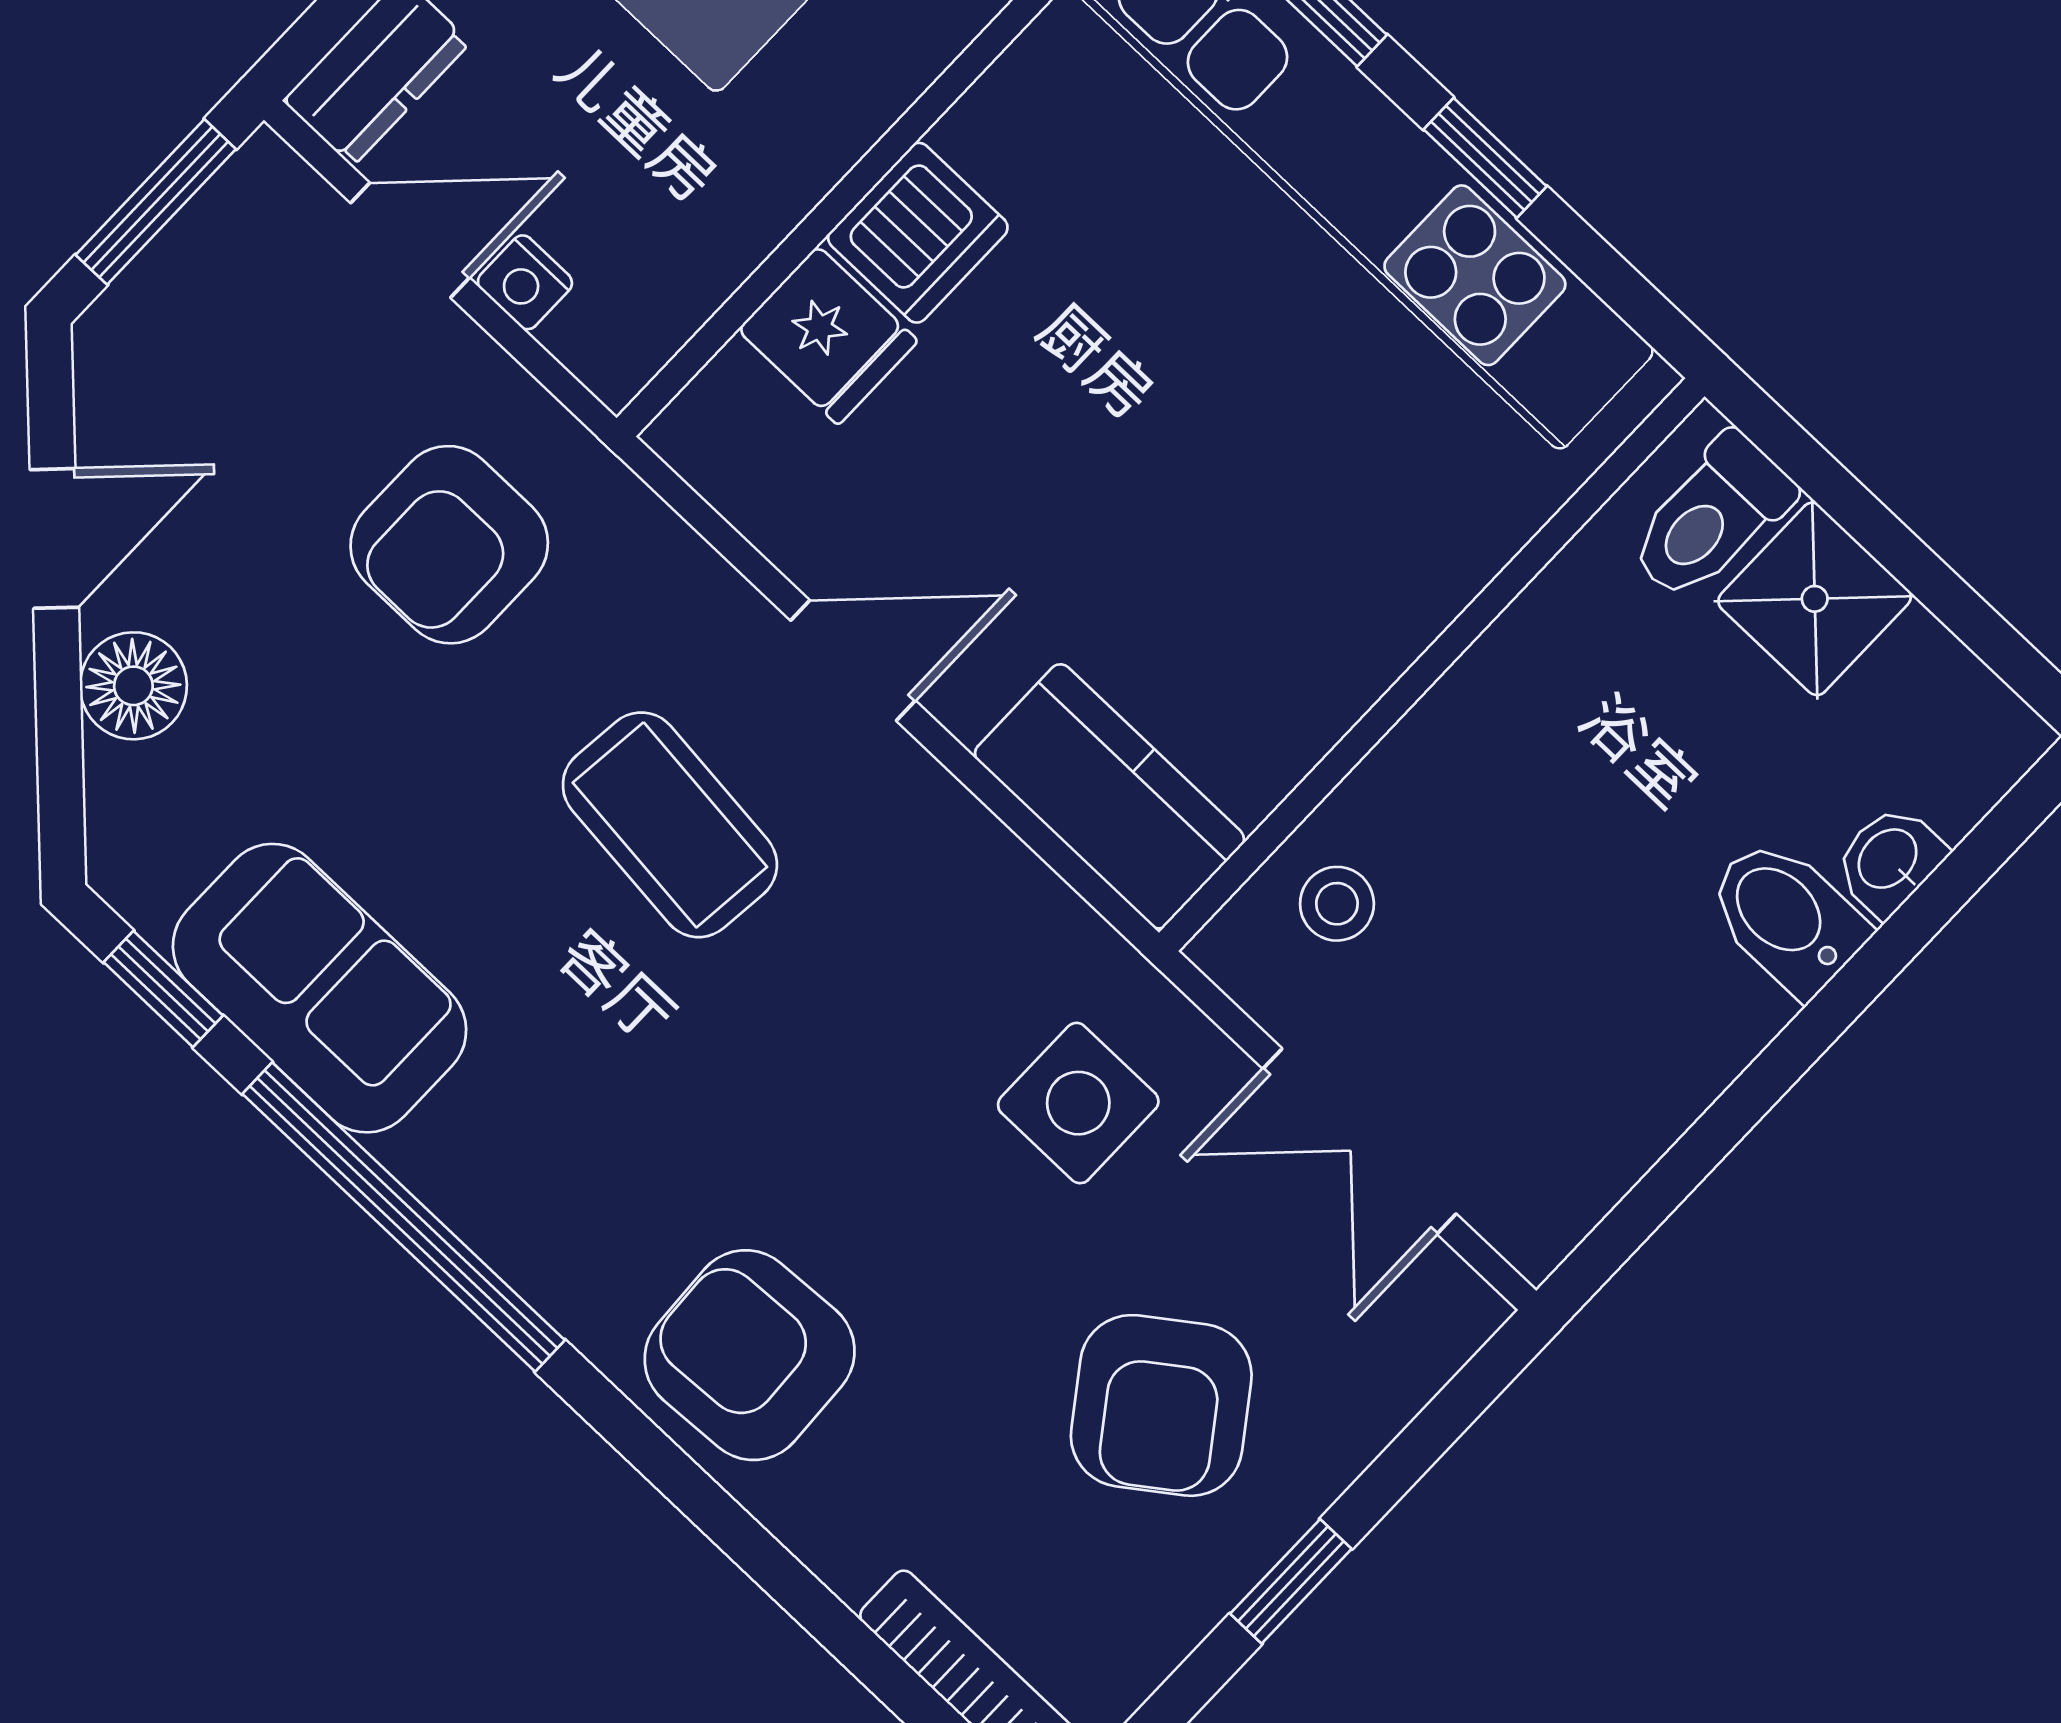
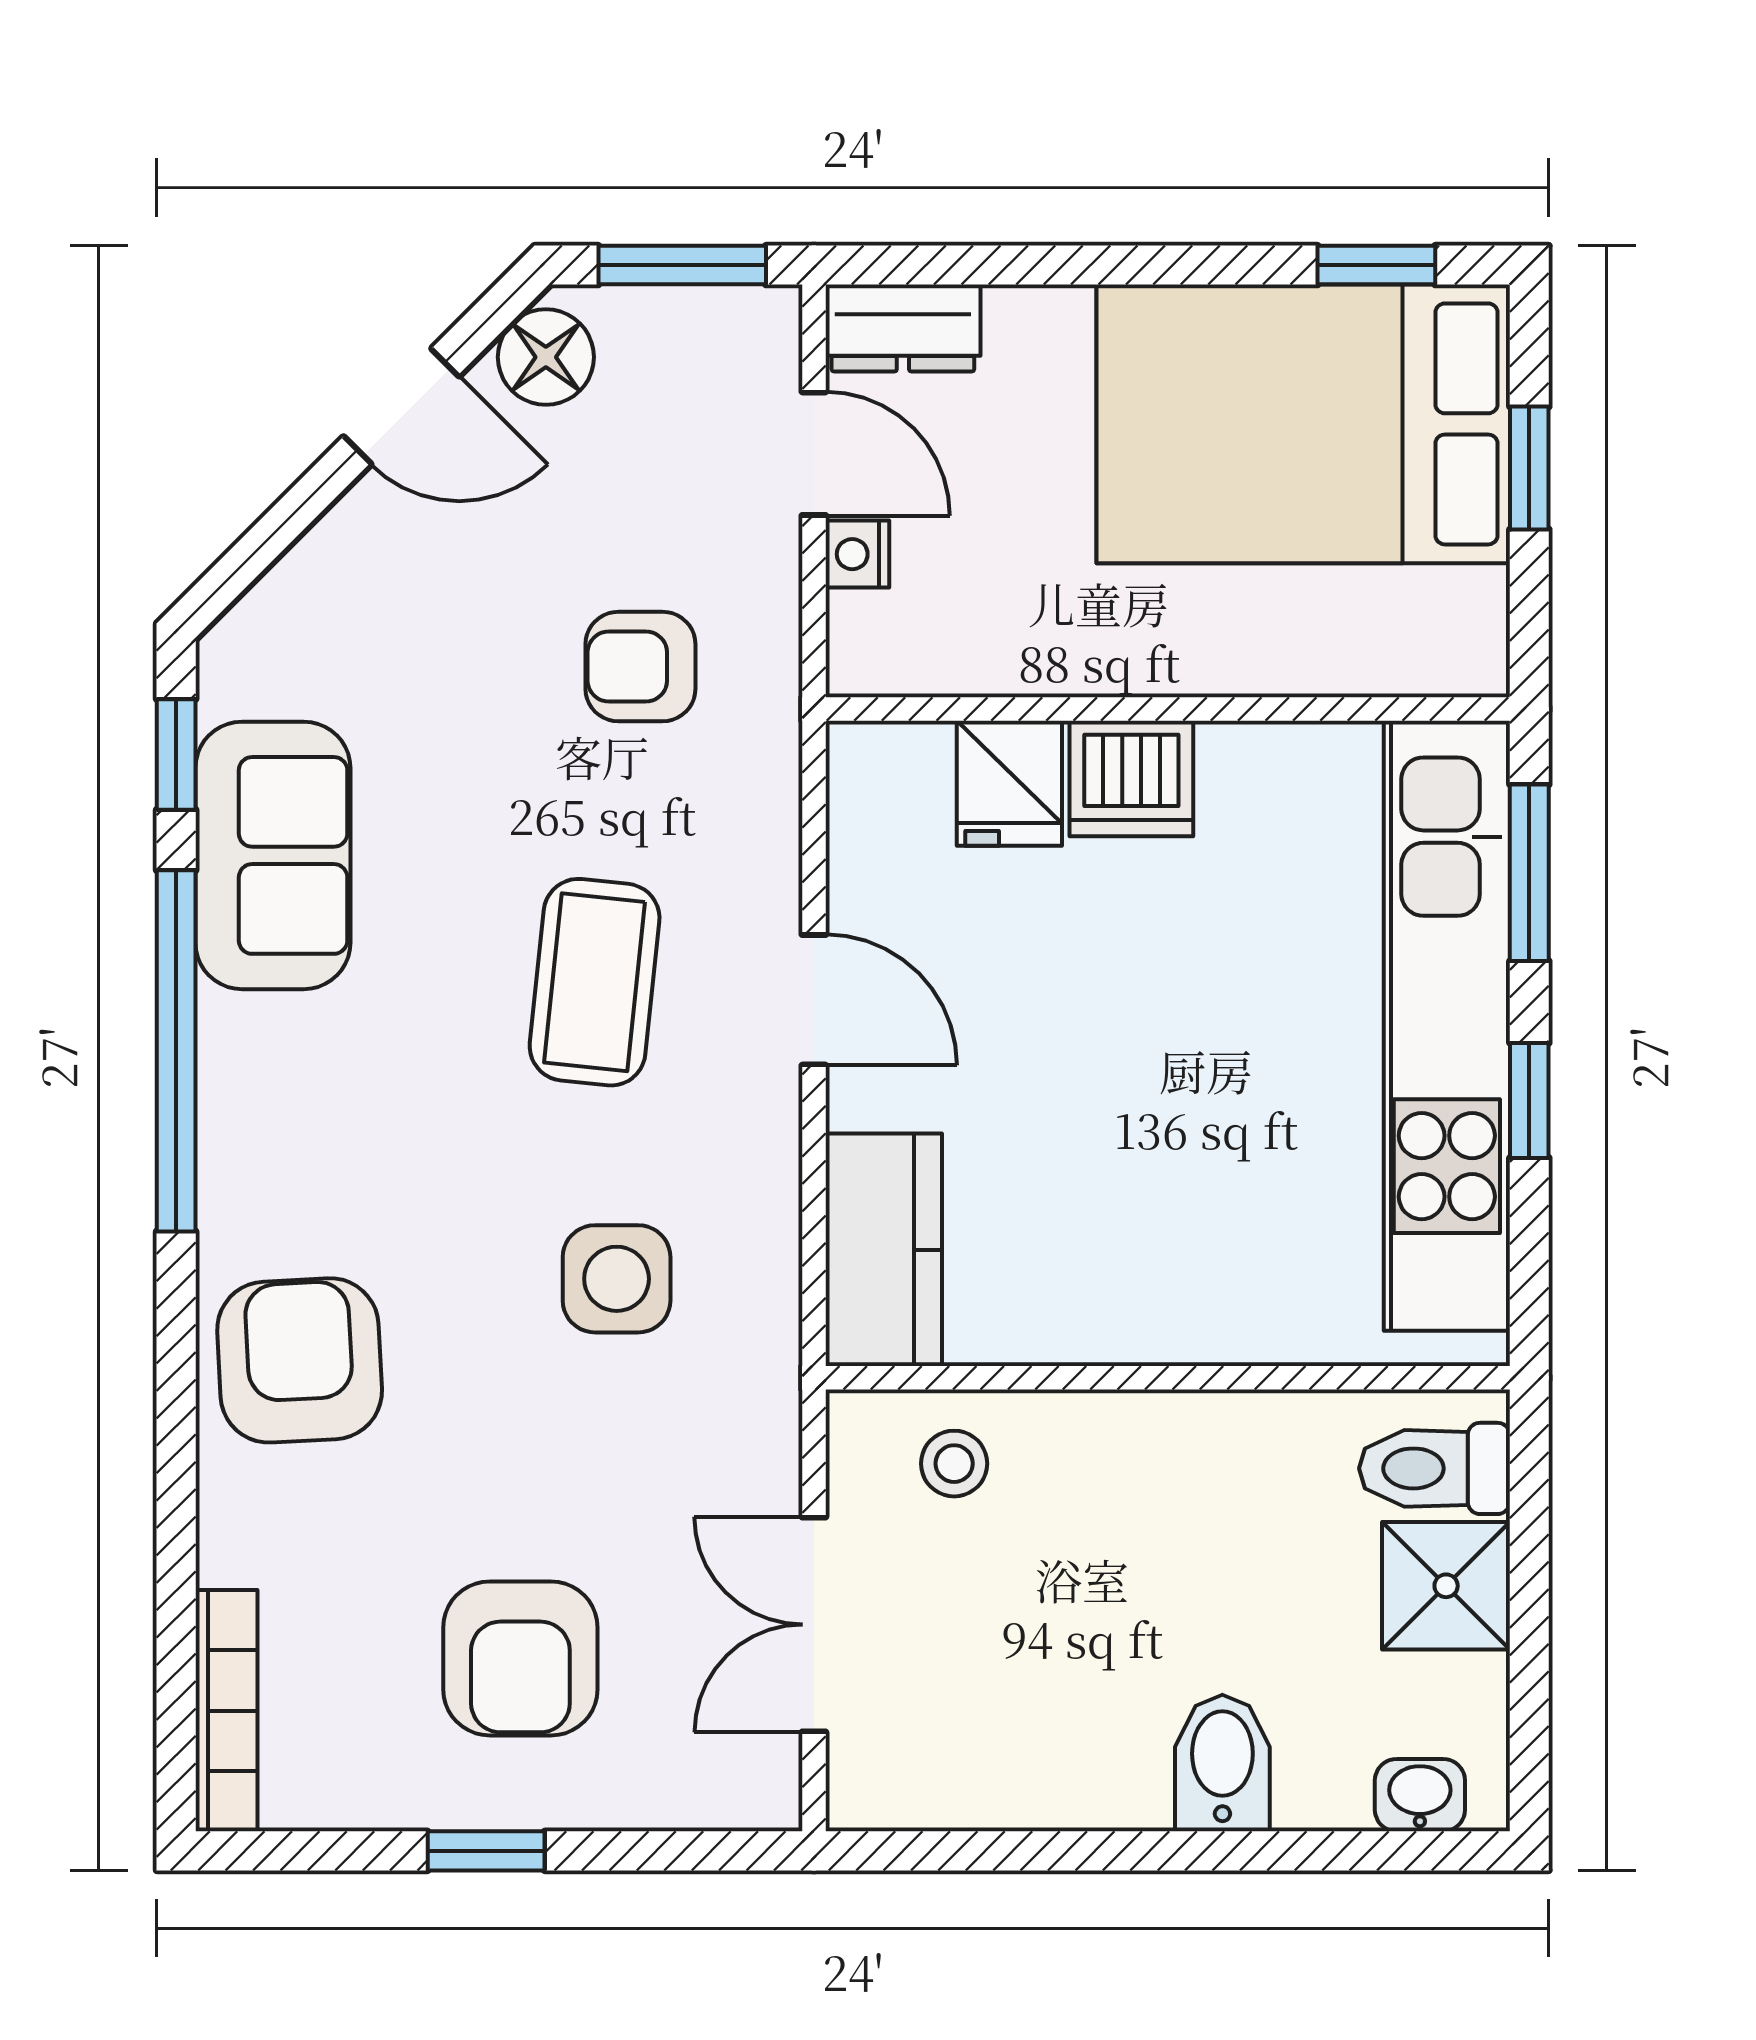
armchair: (449, 545) -> (640, 667), width x0.72, depth x0.72
floor lamp: (133, 686) -> (546, 357), moved
washbasin: (1889, 860) -> (1420, 1795), moved
side table: (1078, 1103) -> (617, 1279), moved
armchair: (1161, 1405) -> (520, 1658), turned -54

